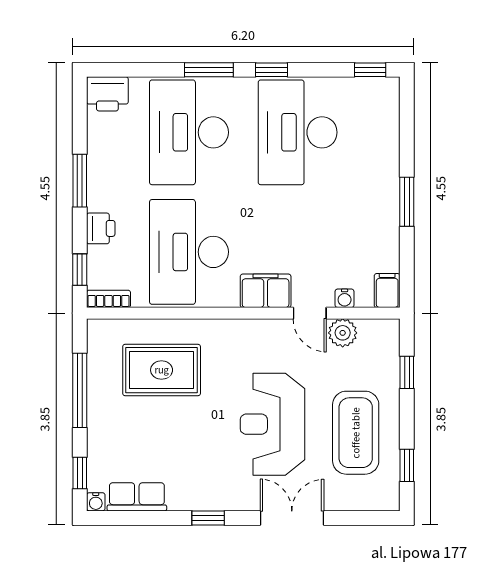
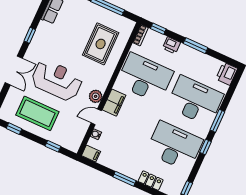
locker: (387, 148) -> (151, 181), added
plant: (343, 333) -> (96, 96), moved

